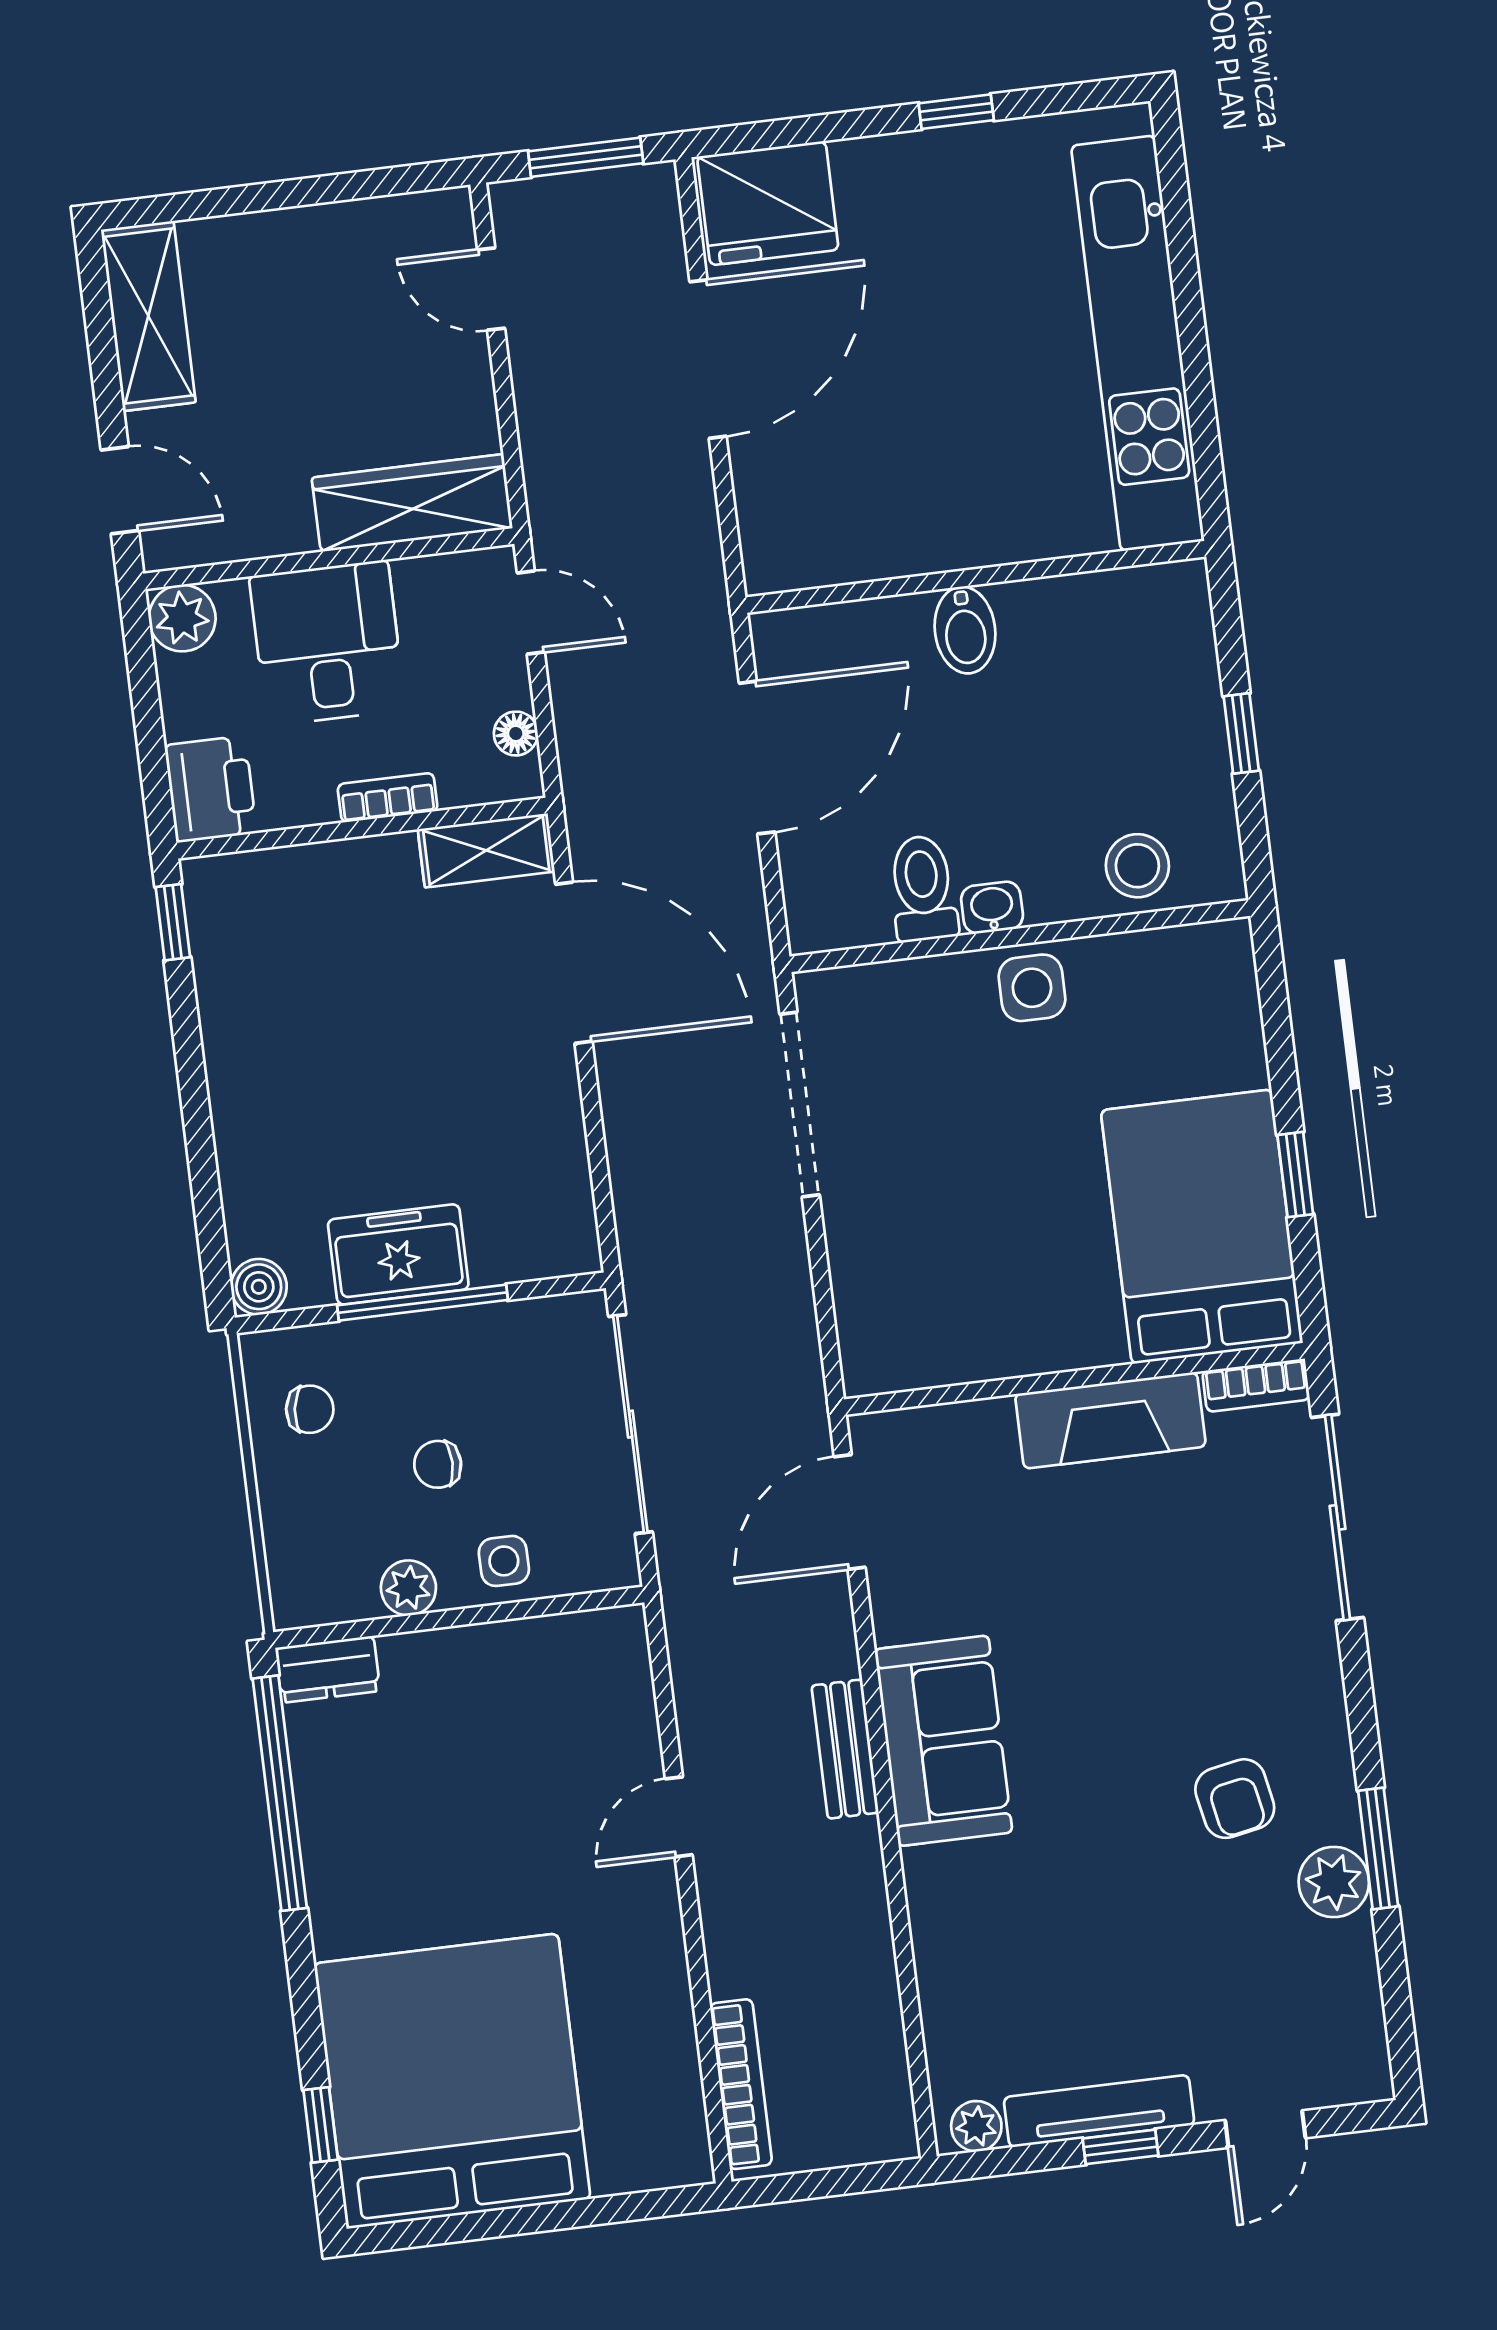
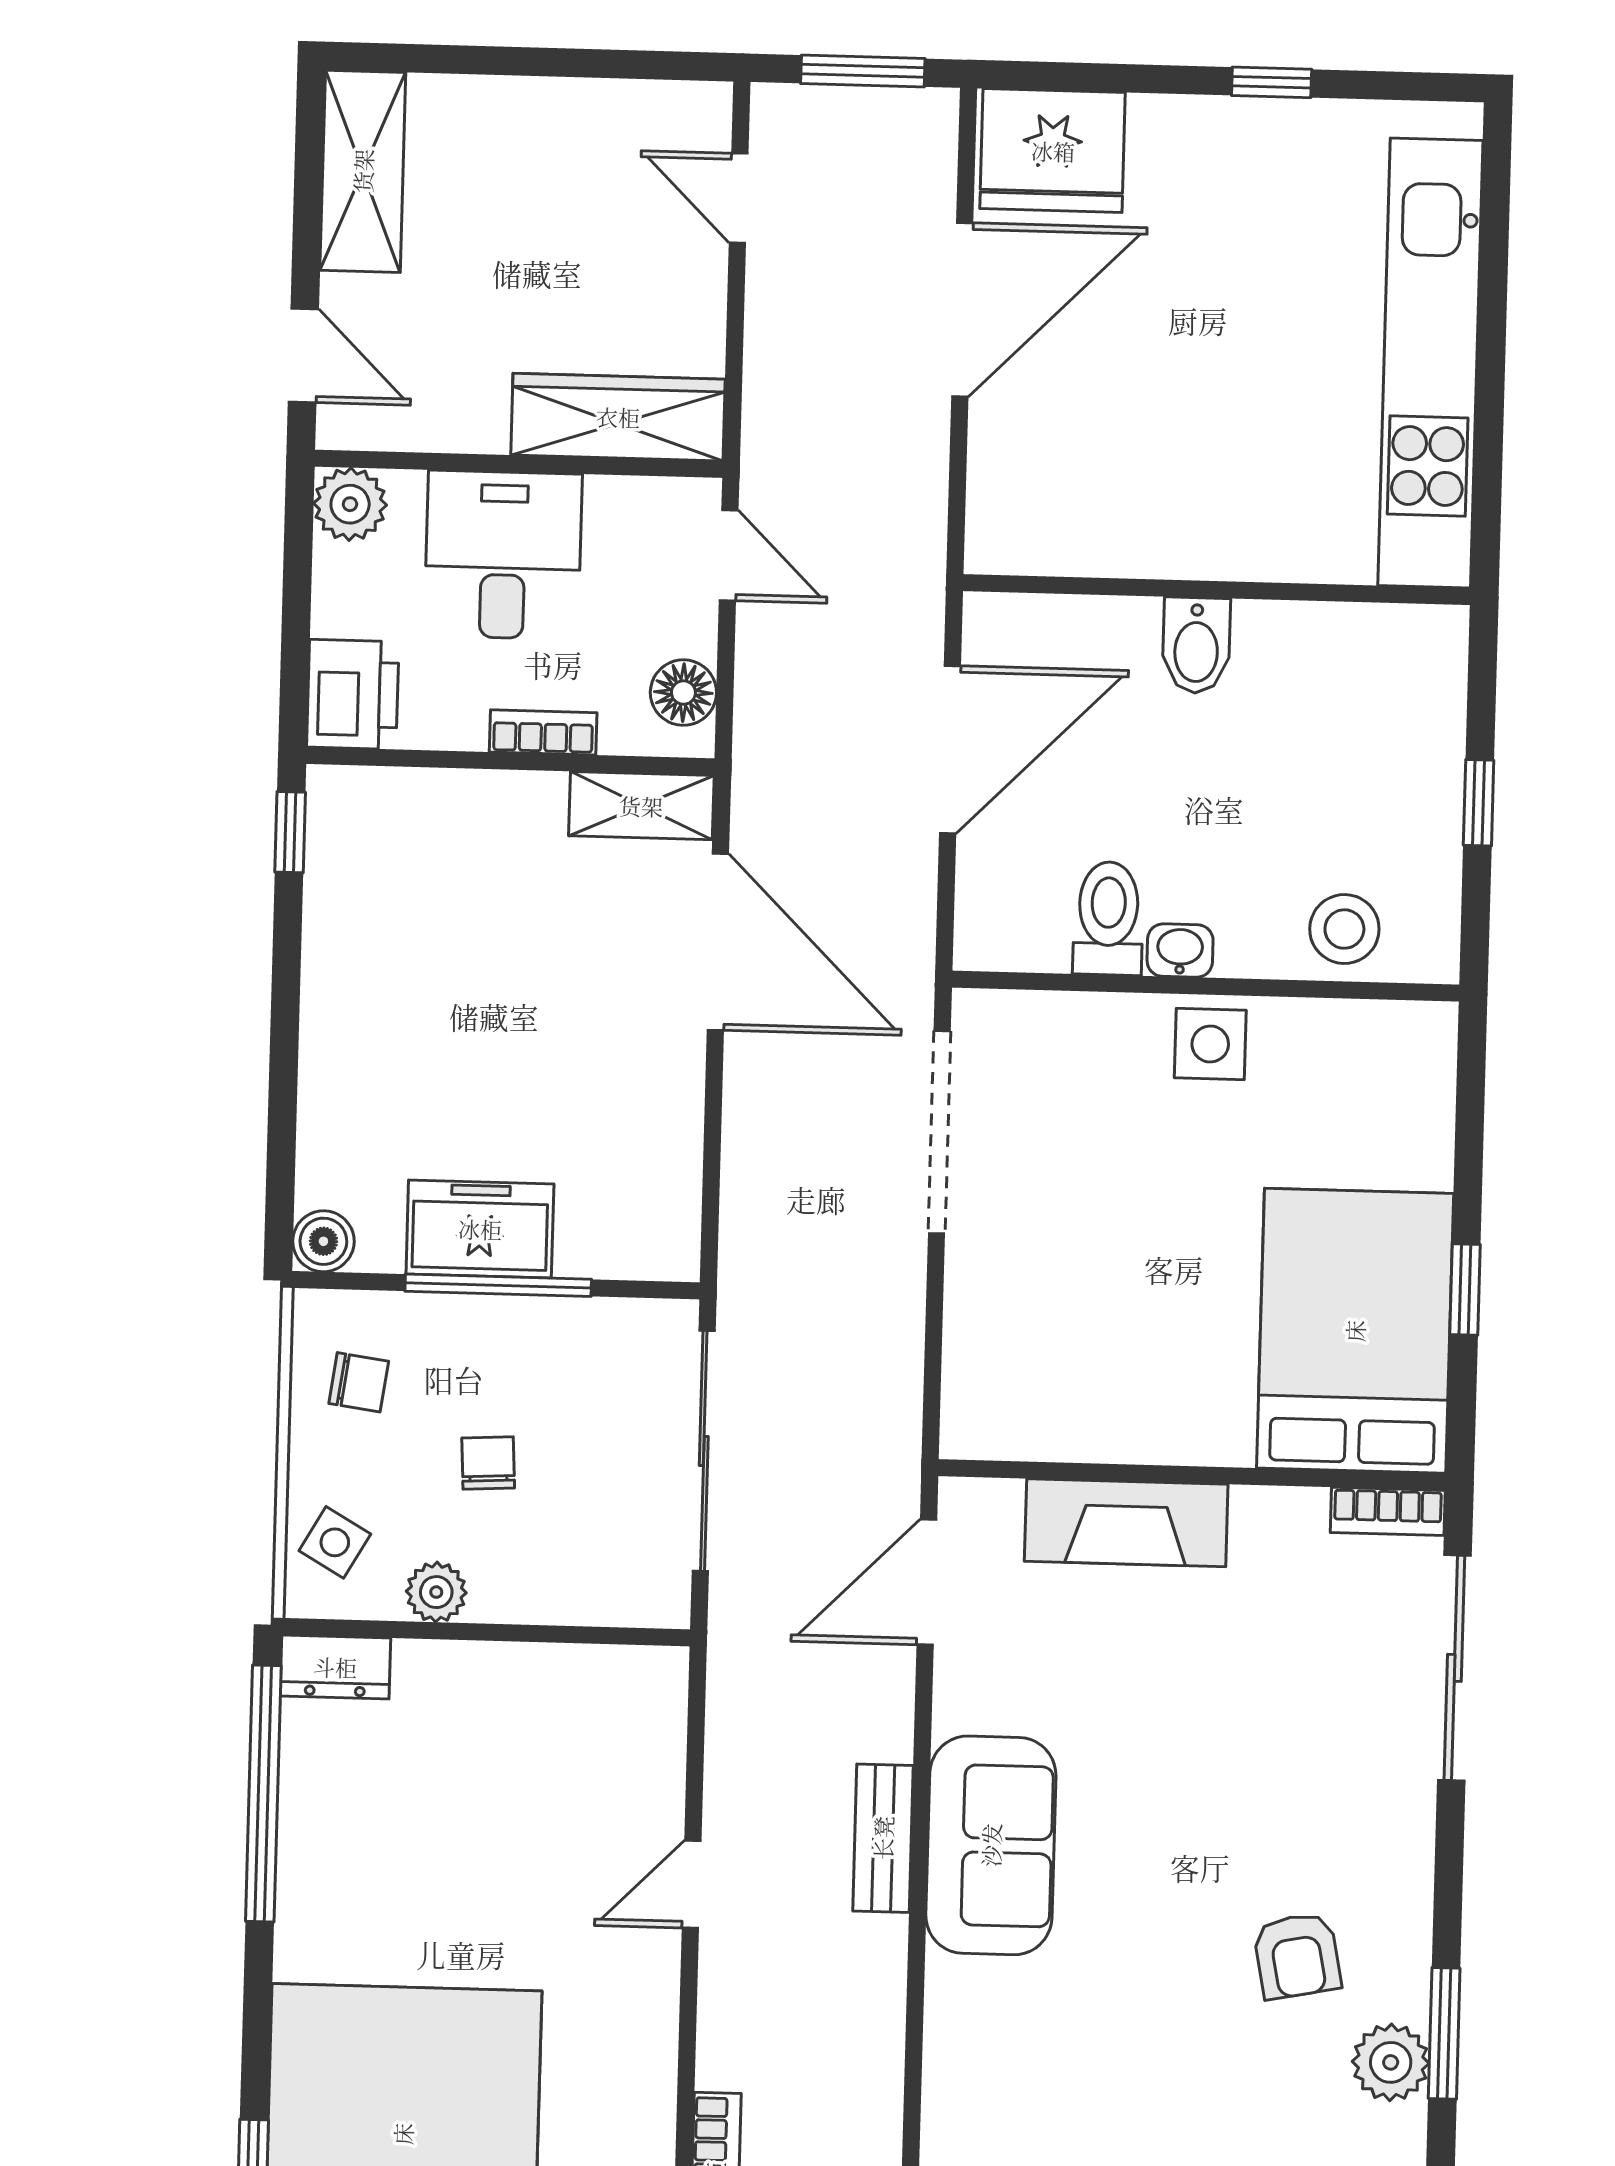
floor lamp: (516, 734) -> (683, 693), width x1.37, depth x1.37
fireplace: (1110, 1420) -> (1126, 1523), moved
chair: (438, 1464) -> (488, 1463), turned 87
side table: (504, 1561) -> (335, 1542), moved, turned 30

